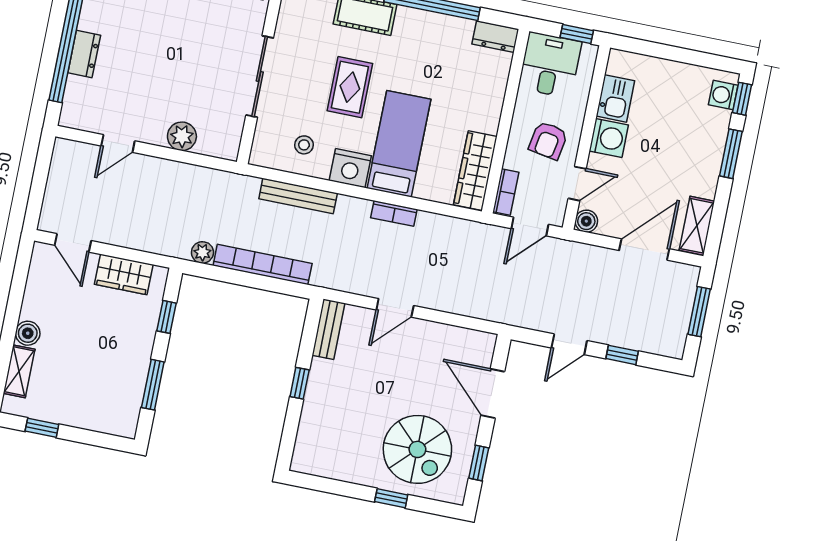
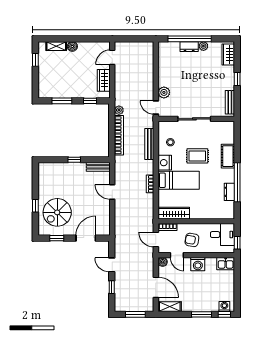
plant: (90, 19) -> (203, 46), added
dresser: (495, 37) -> (229, 192), moved
kitchen sink: (615, 98) -> (226, 264), moved
door: (118, 143) -> (156, 108), moved

